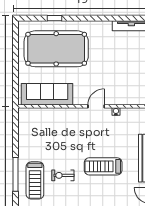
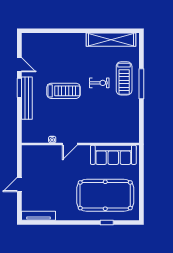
treadmill: (35, 180) -> (124, 78), turned 180

